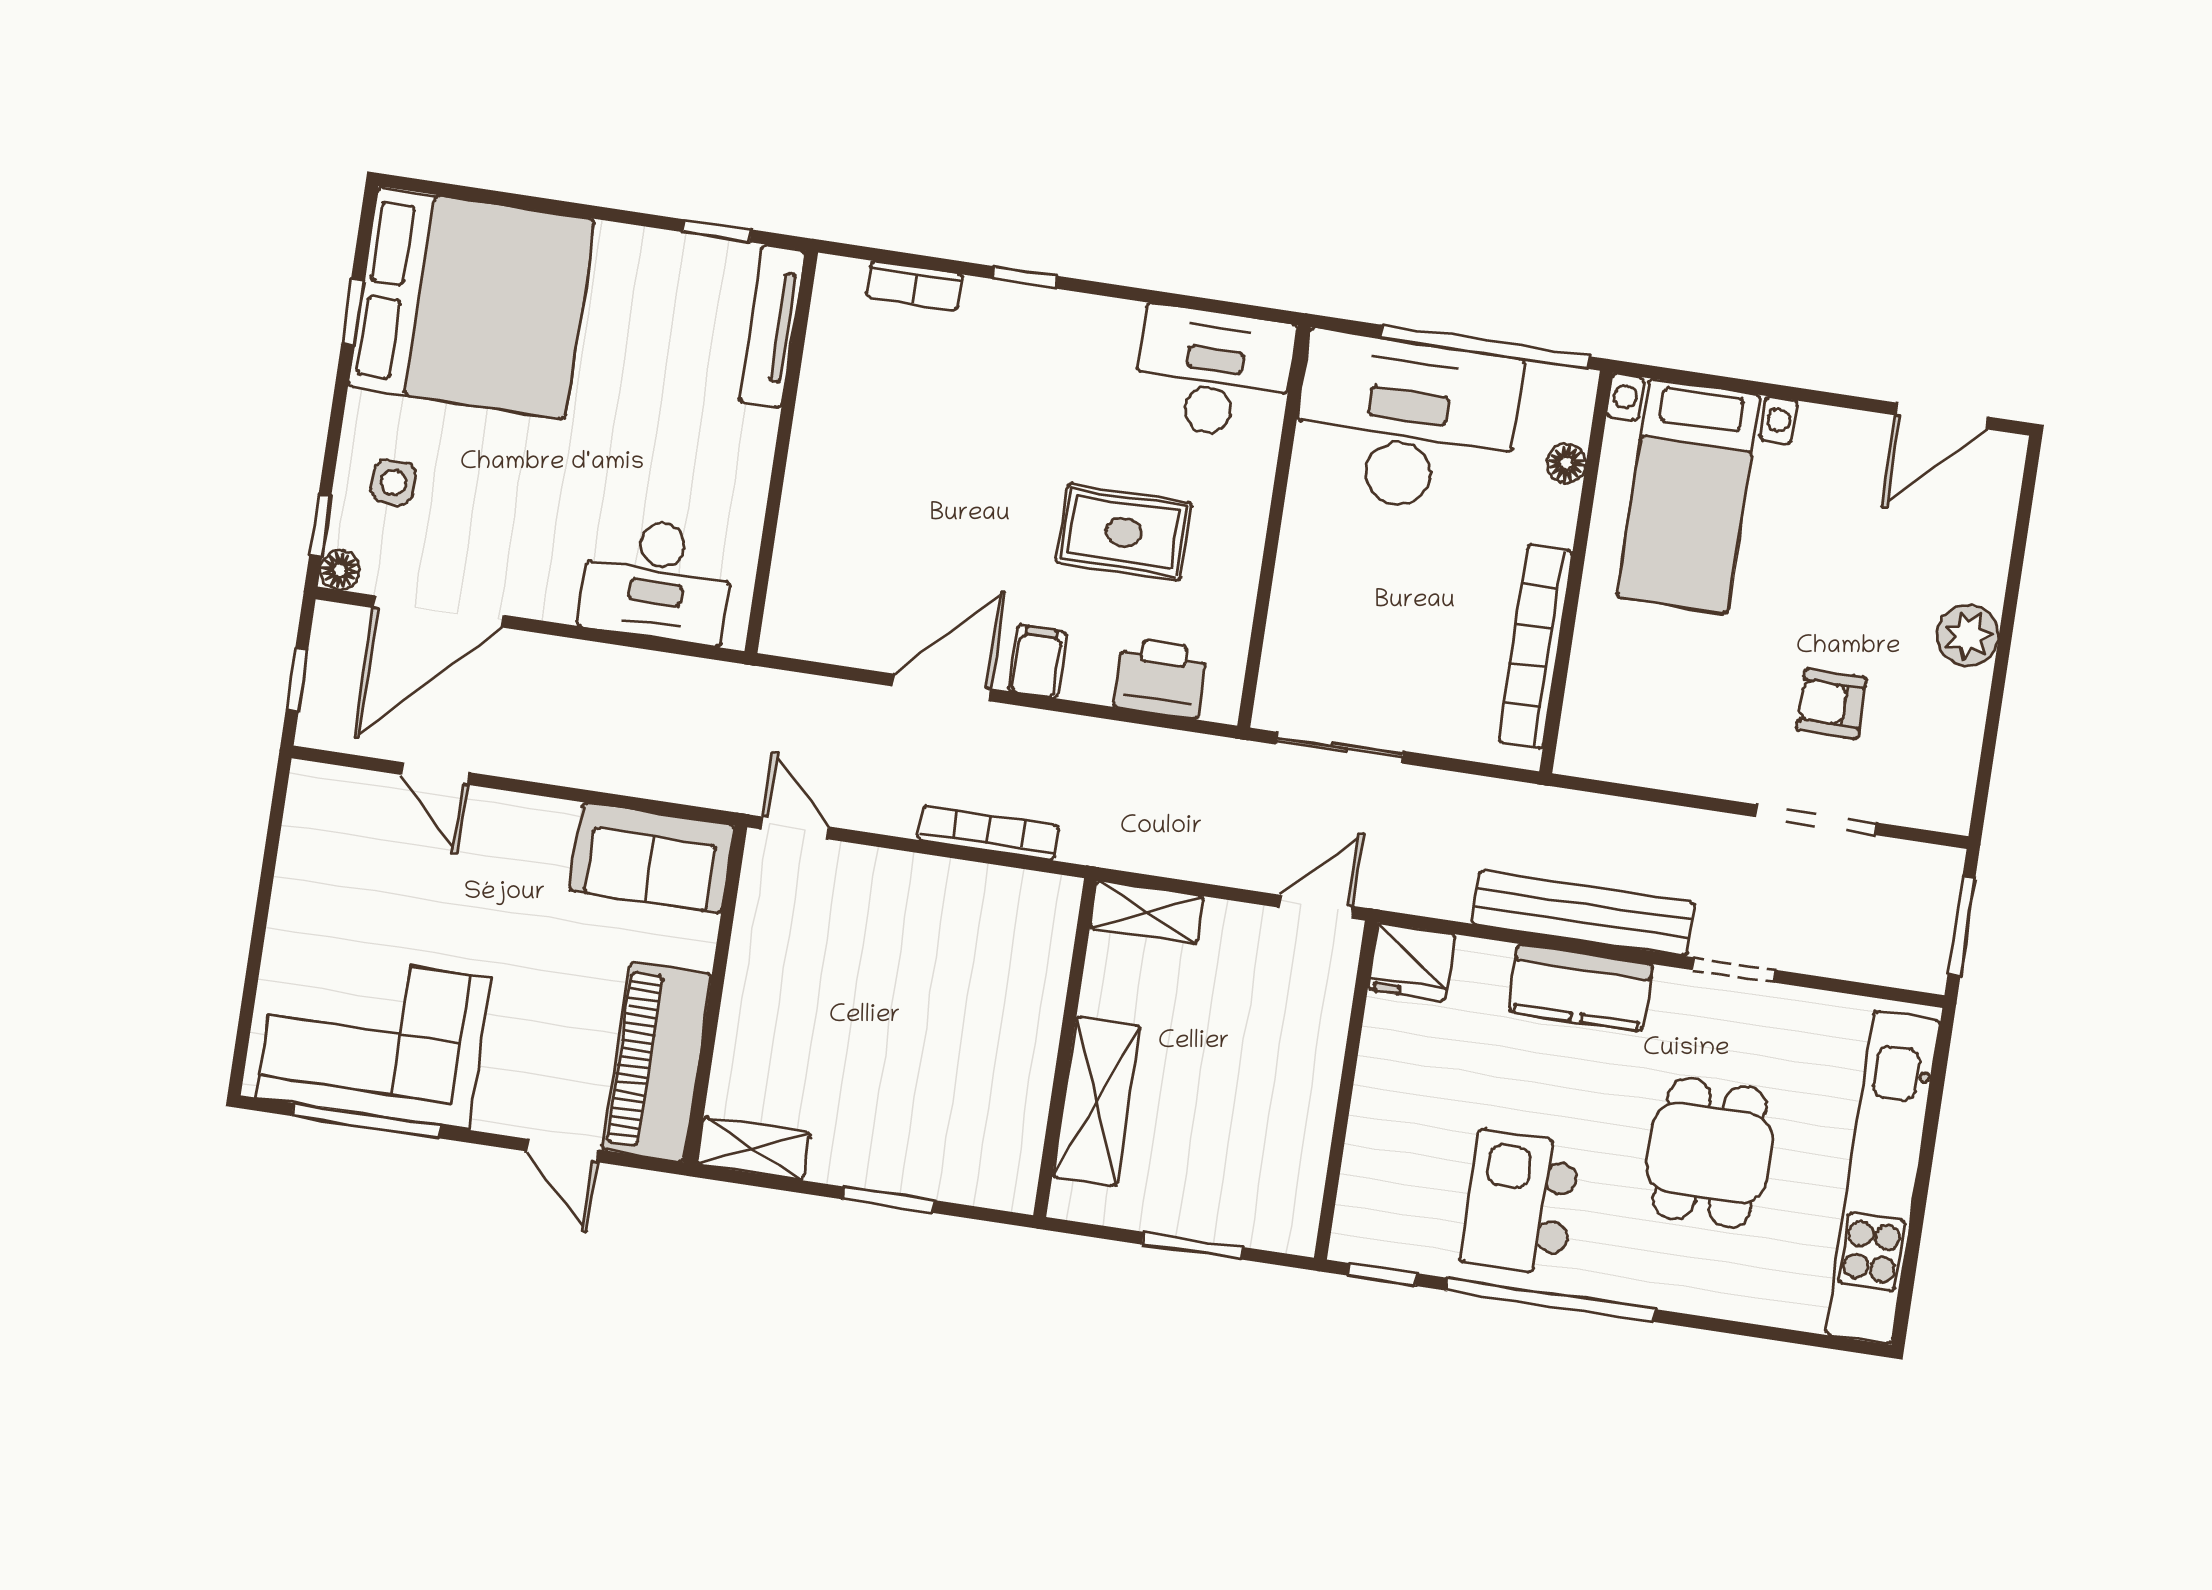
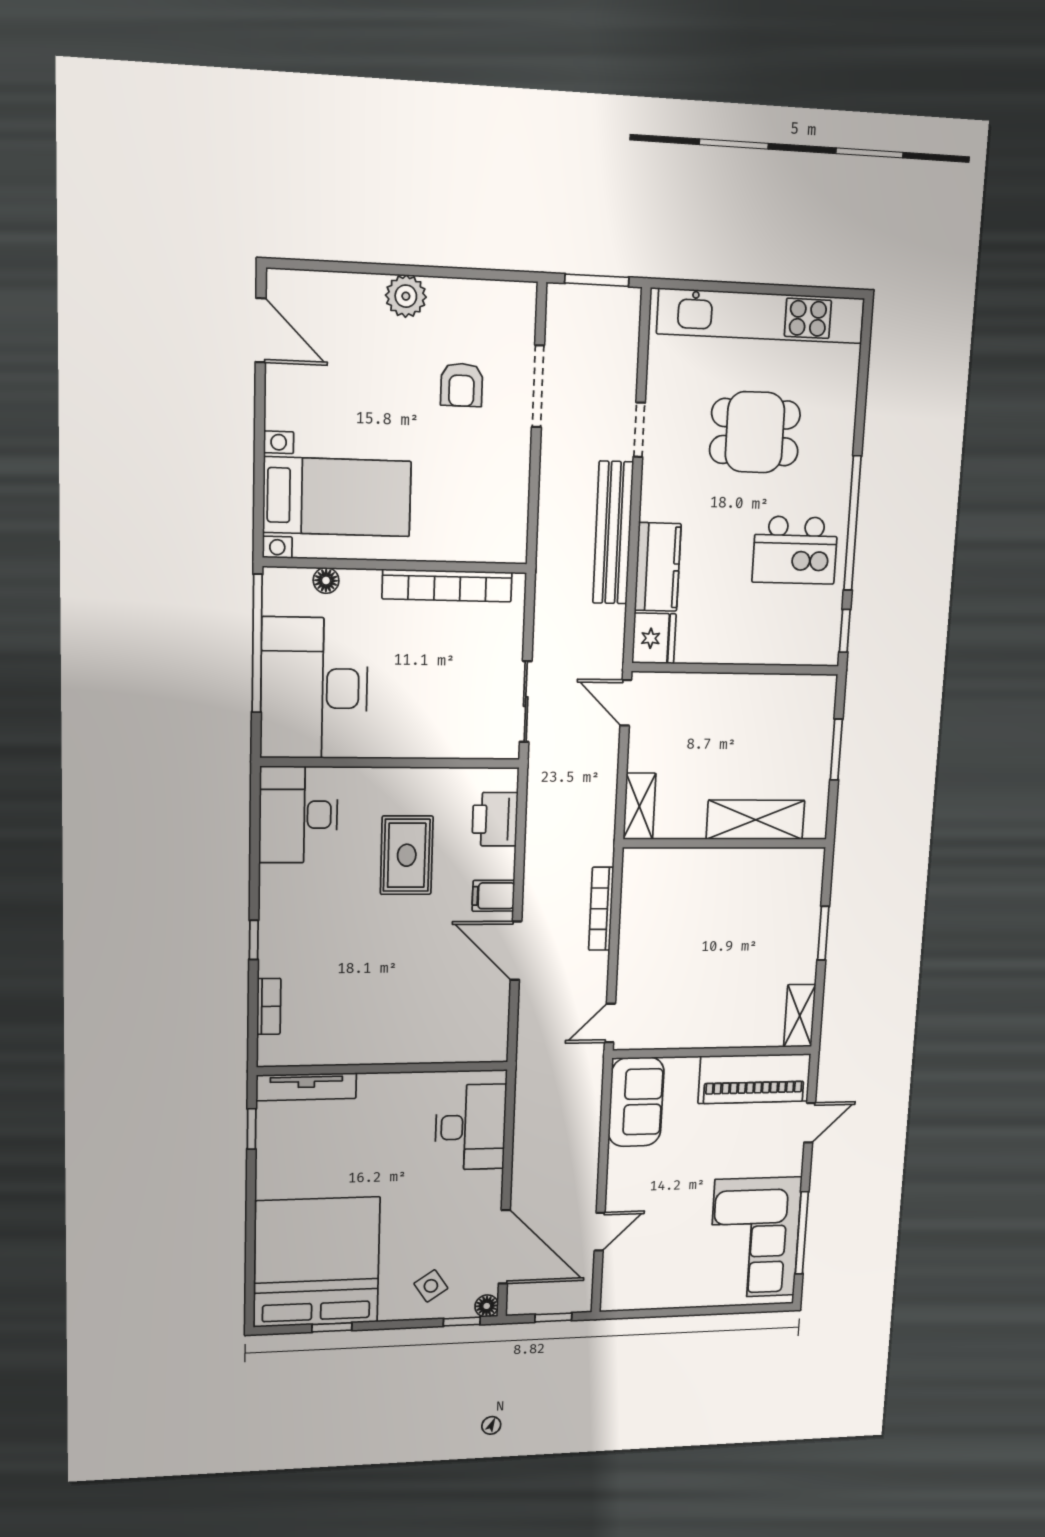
side table: (394, 482) -> (431, 1286), turned -34
kitchen counter: (1580, 988) -> (658, 567), moved

